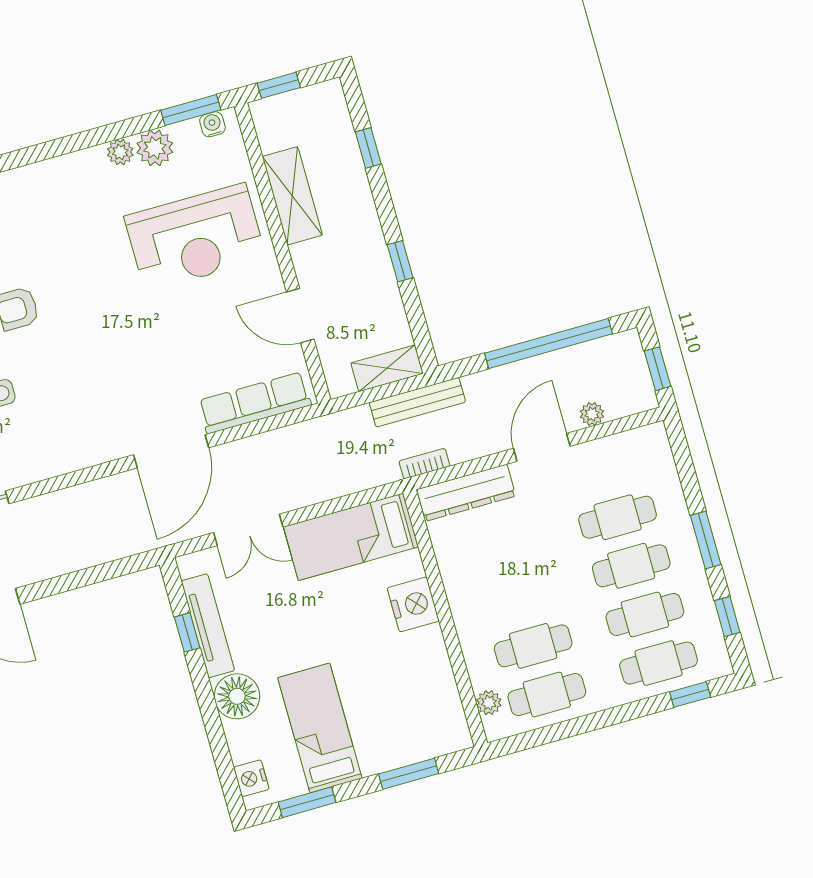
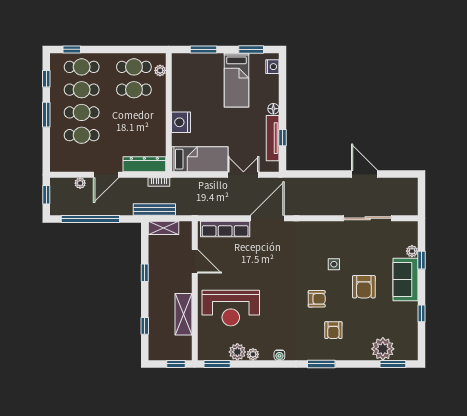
water cooler: (212, 124) -> (279, 355), moved
reception desk: (195, 237) -> (231, 308), turned 180
floor lamp: (237, 696) -> (273, 109), width x0.53, depth x0.53

